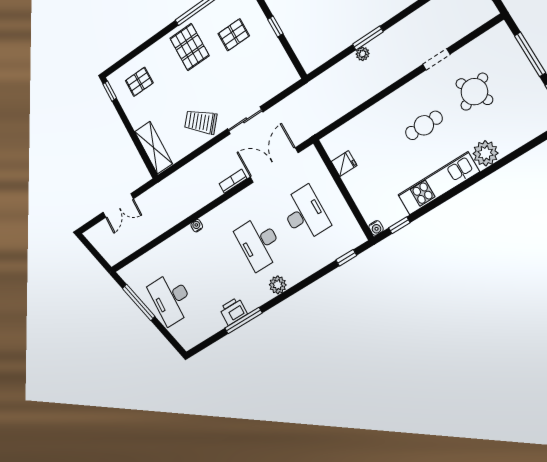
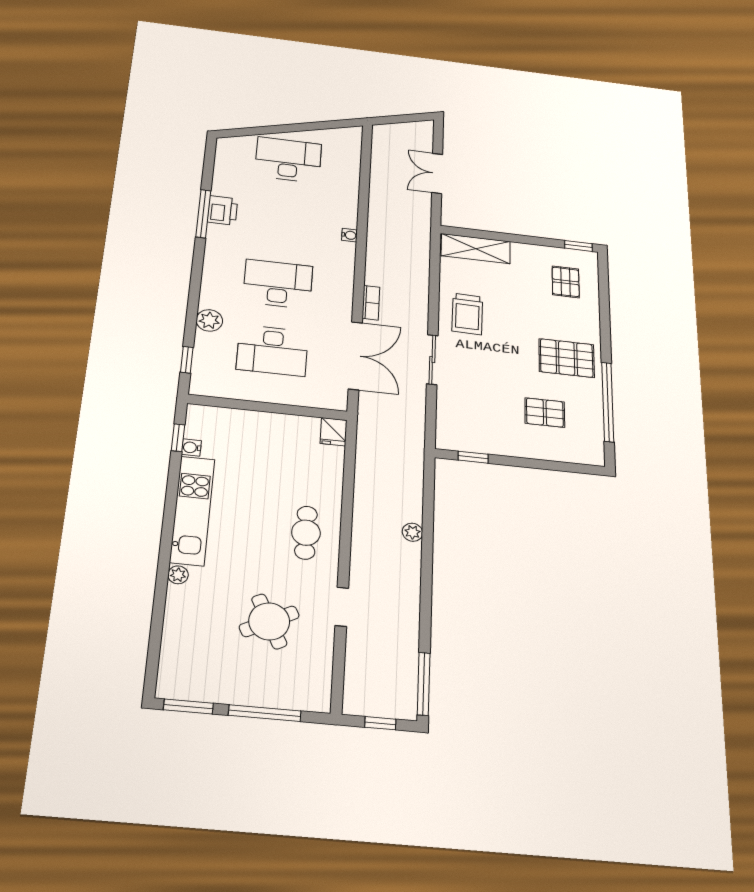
window: (275, 26) -> (473, 457), moved
pallet: (234, 35) -> (545, 413), turned 90
window: (368, 38) -> (427, 550), removed
trolley: (201, 122) -> (467, 314), turned 140
cafe table: (424, 125) -> (306, 533), moved
plant: (485, 153) -> (178, 575), width x0.53, depth x0.53
fridge: (344, 164) -> (333, 432), moved
water cooler: (376, 228) -> (191, 447), moved
plant: (278, 285) -> (209, 320), moved
window: (139, 302) -> (310, 126), removed

